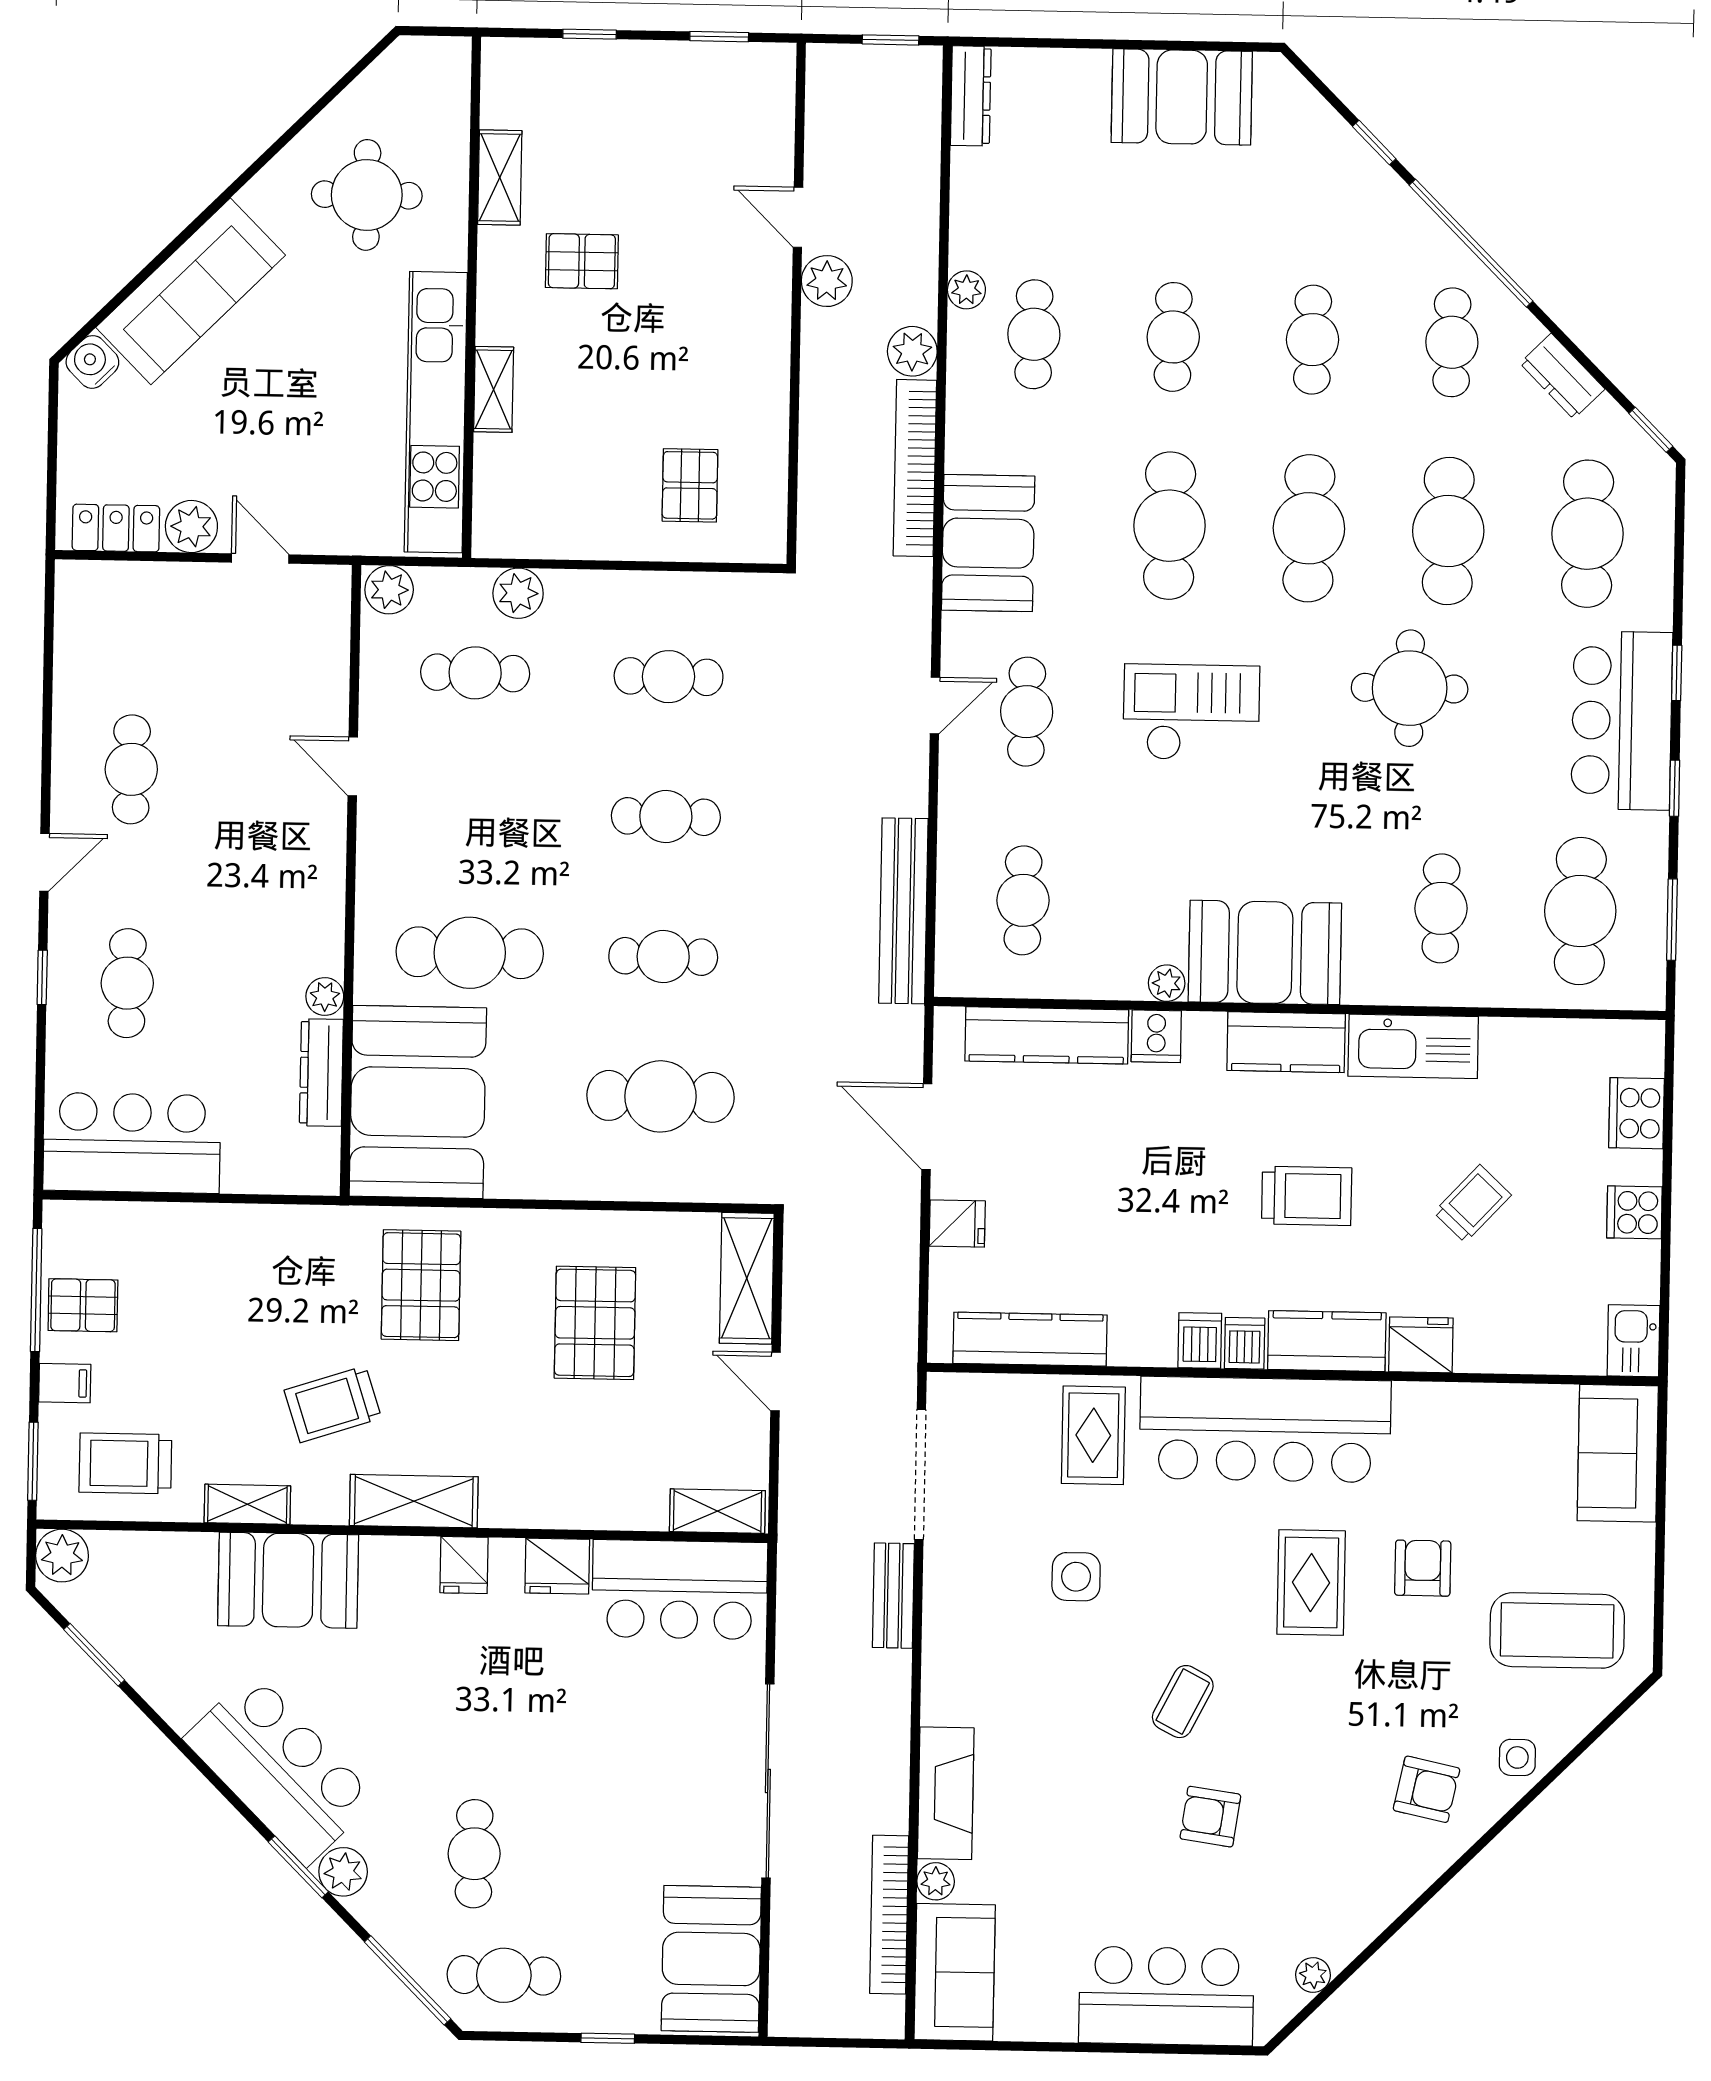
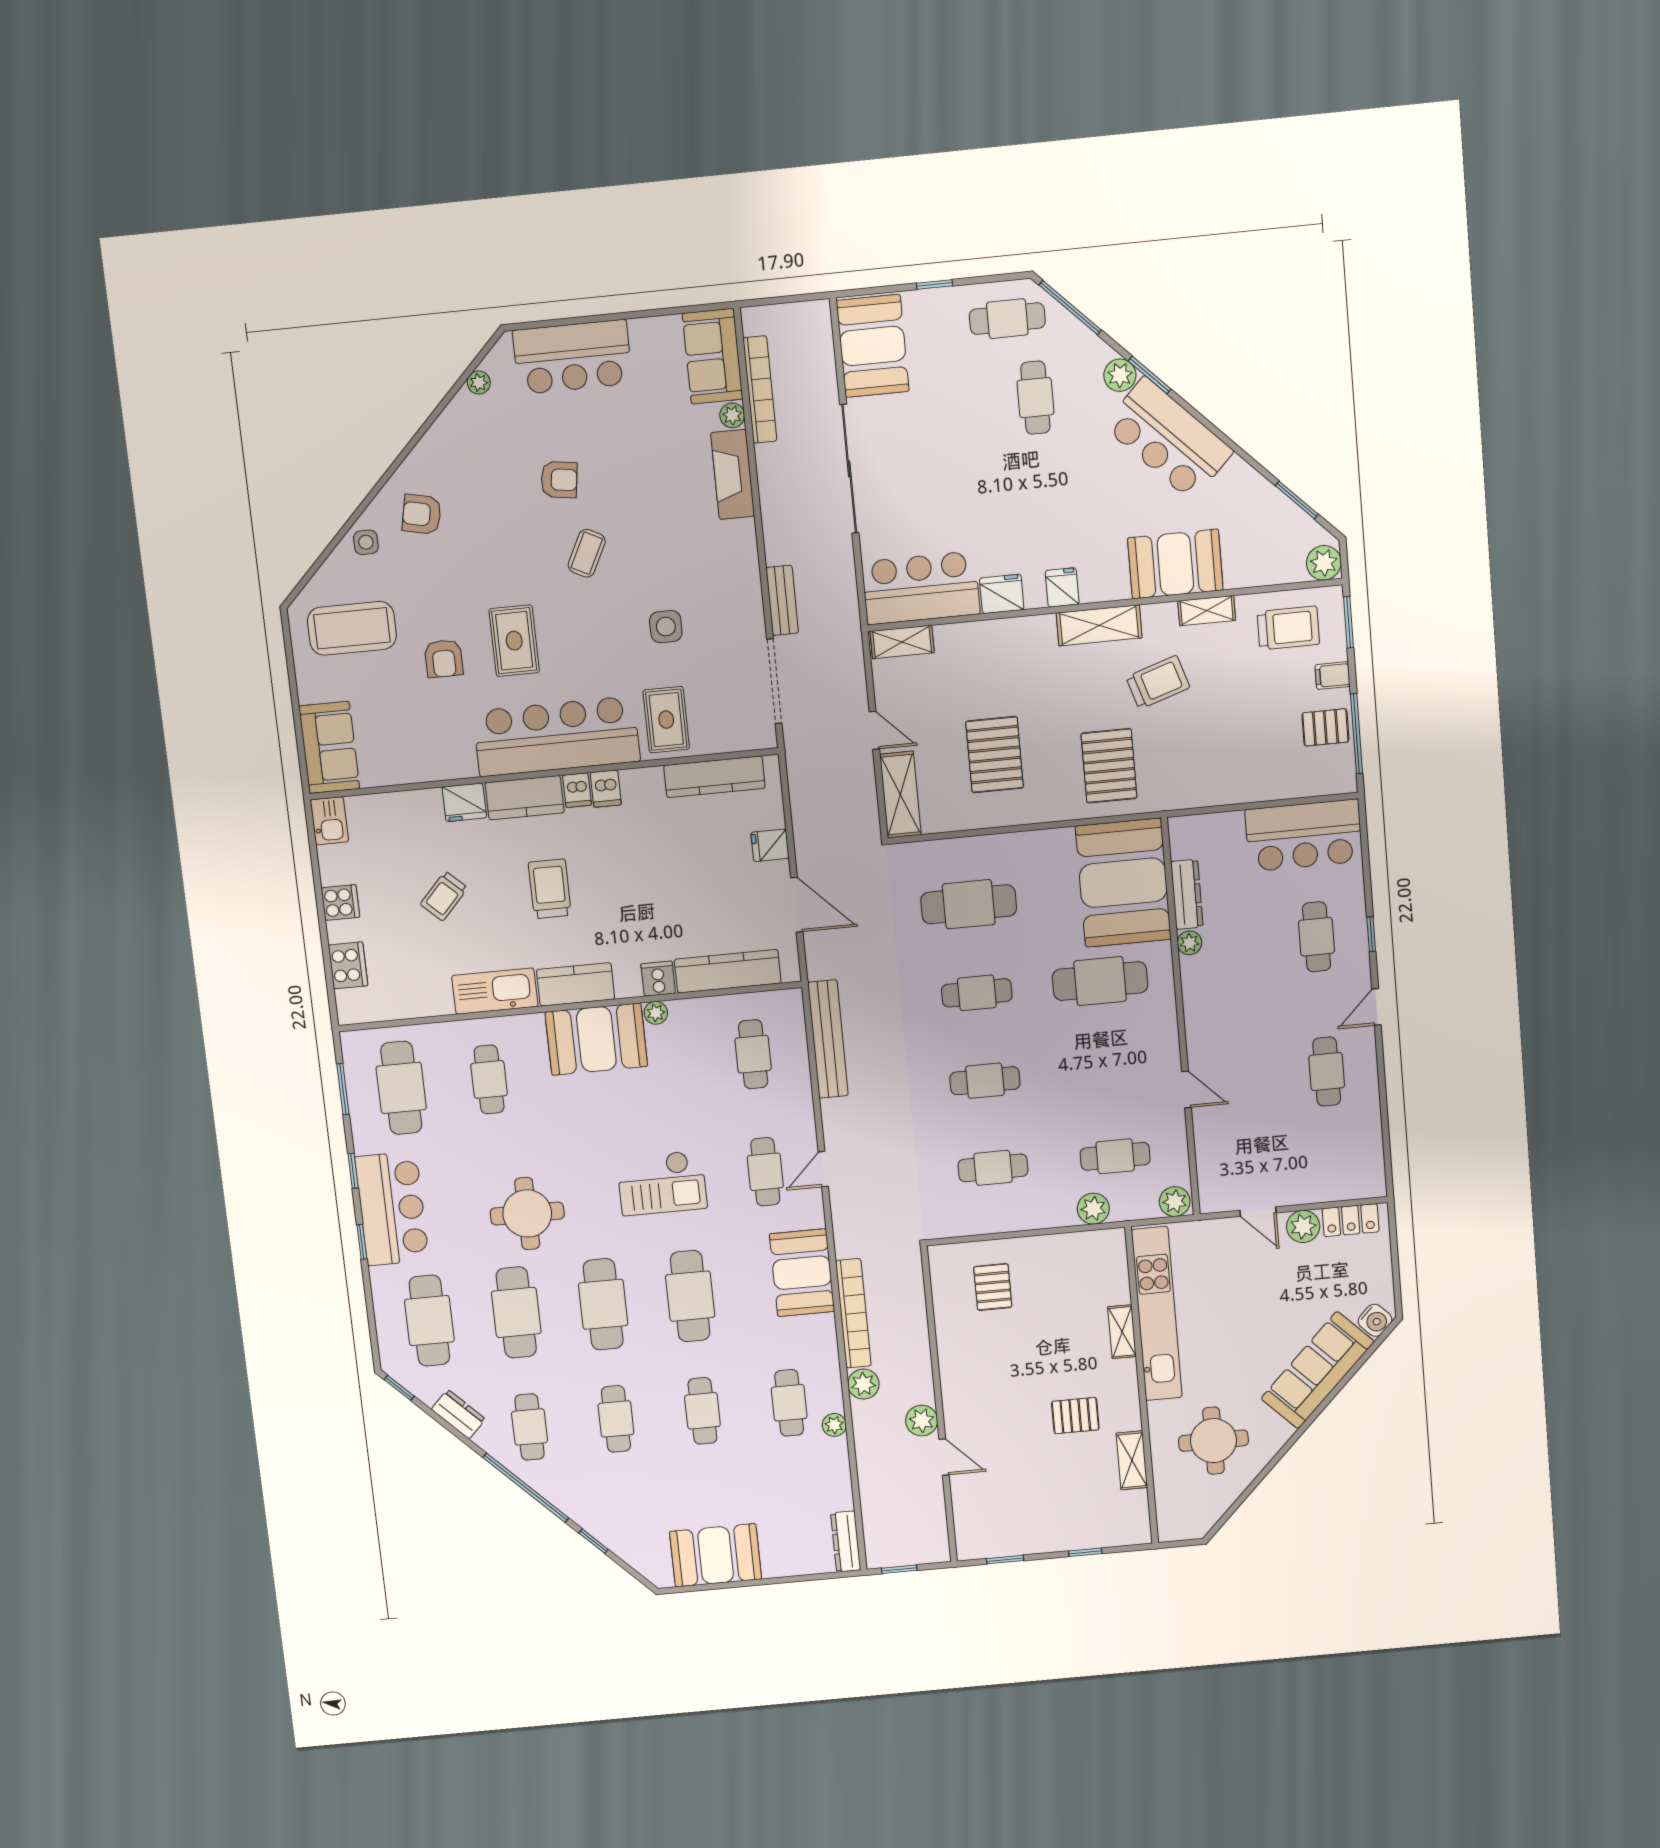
trolley: (1307, 1196) -> (550, 889), turned 90

